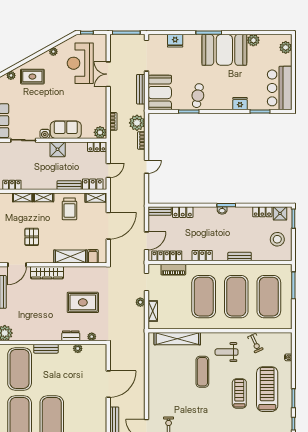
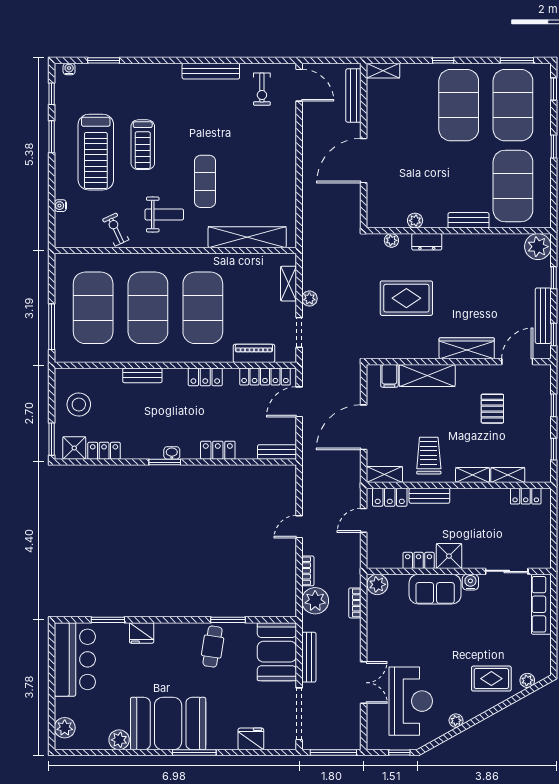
locker: (97, 147) -> (419, 560), moved
locker: (183, 212) -> (218, 450), moved

